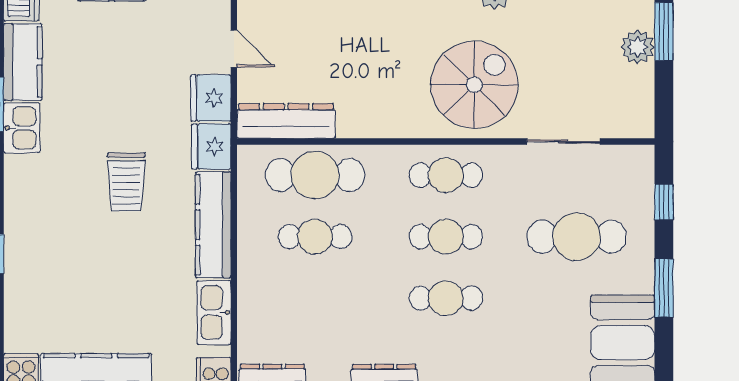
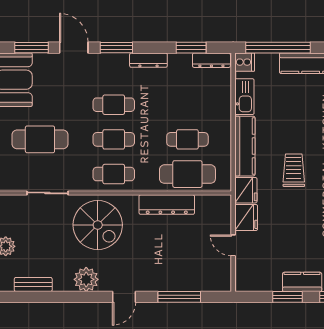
spiral stairs: (474, 85) -> (98, 225), turned -90
dresser: (286, 121) -> (167, 205), moved

